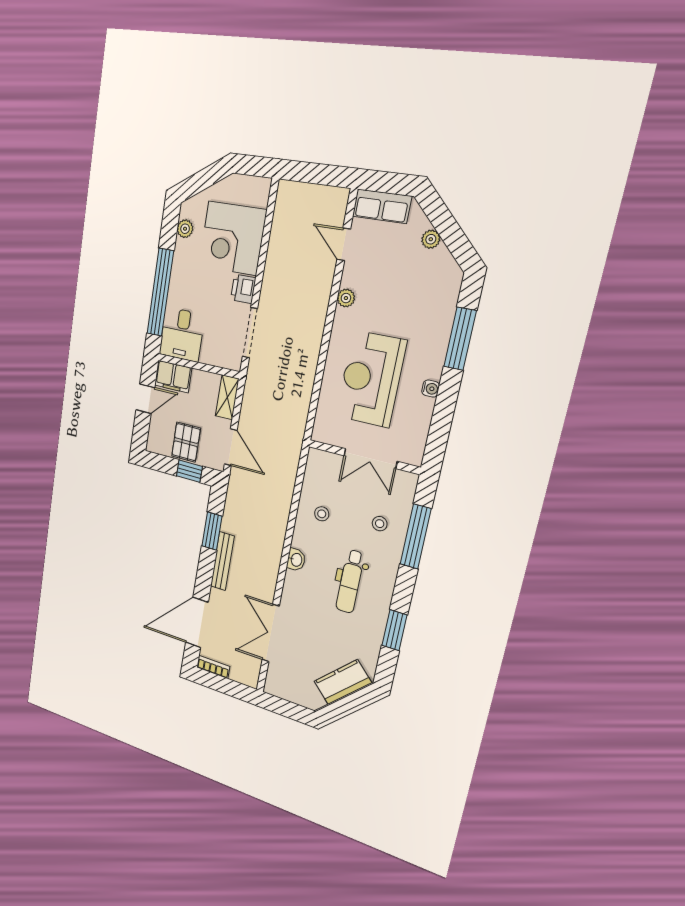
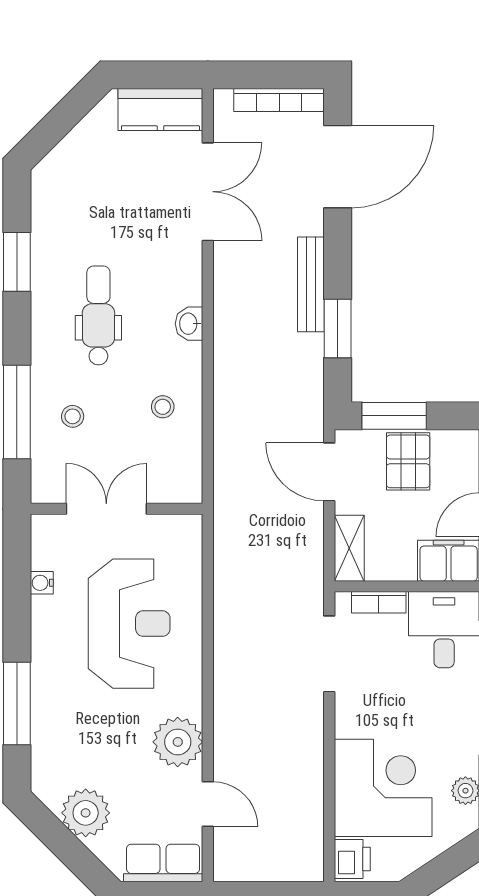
plant: (431, 239) -> (86, 813), width x1.88, depth x1.88
printer: (243, 289) -> (352, 859), moved
plant: (346, 298) -> (178, 742), width x1.87, depth x1.87
bookcase: (216, 360) -> (379, 602), added
water cooler: (431, 389) -> (42, 583), moved
window: (189, 471) -> (394, 416), width x1.50
bookcase: (213, 667) -> (279, 100), width x1.56
kitchen counter: (343, 682) -> (160, 110), moved, turned 45

